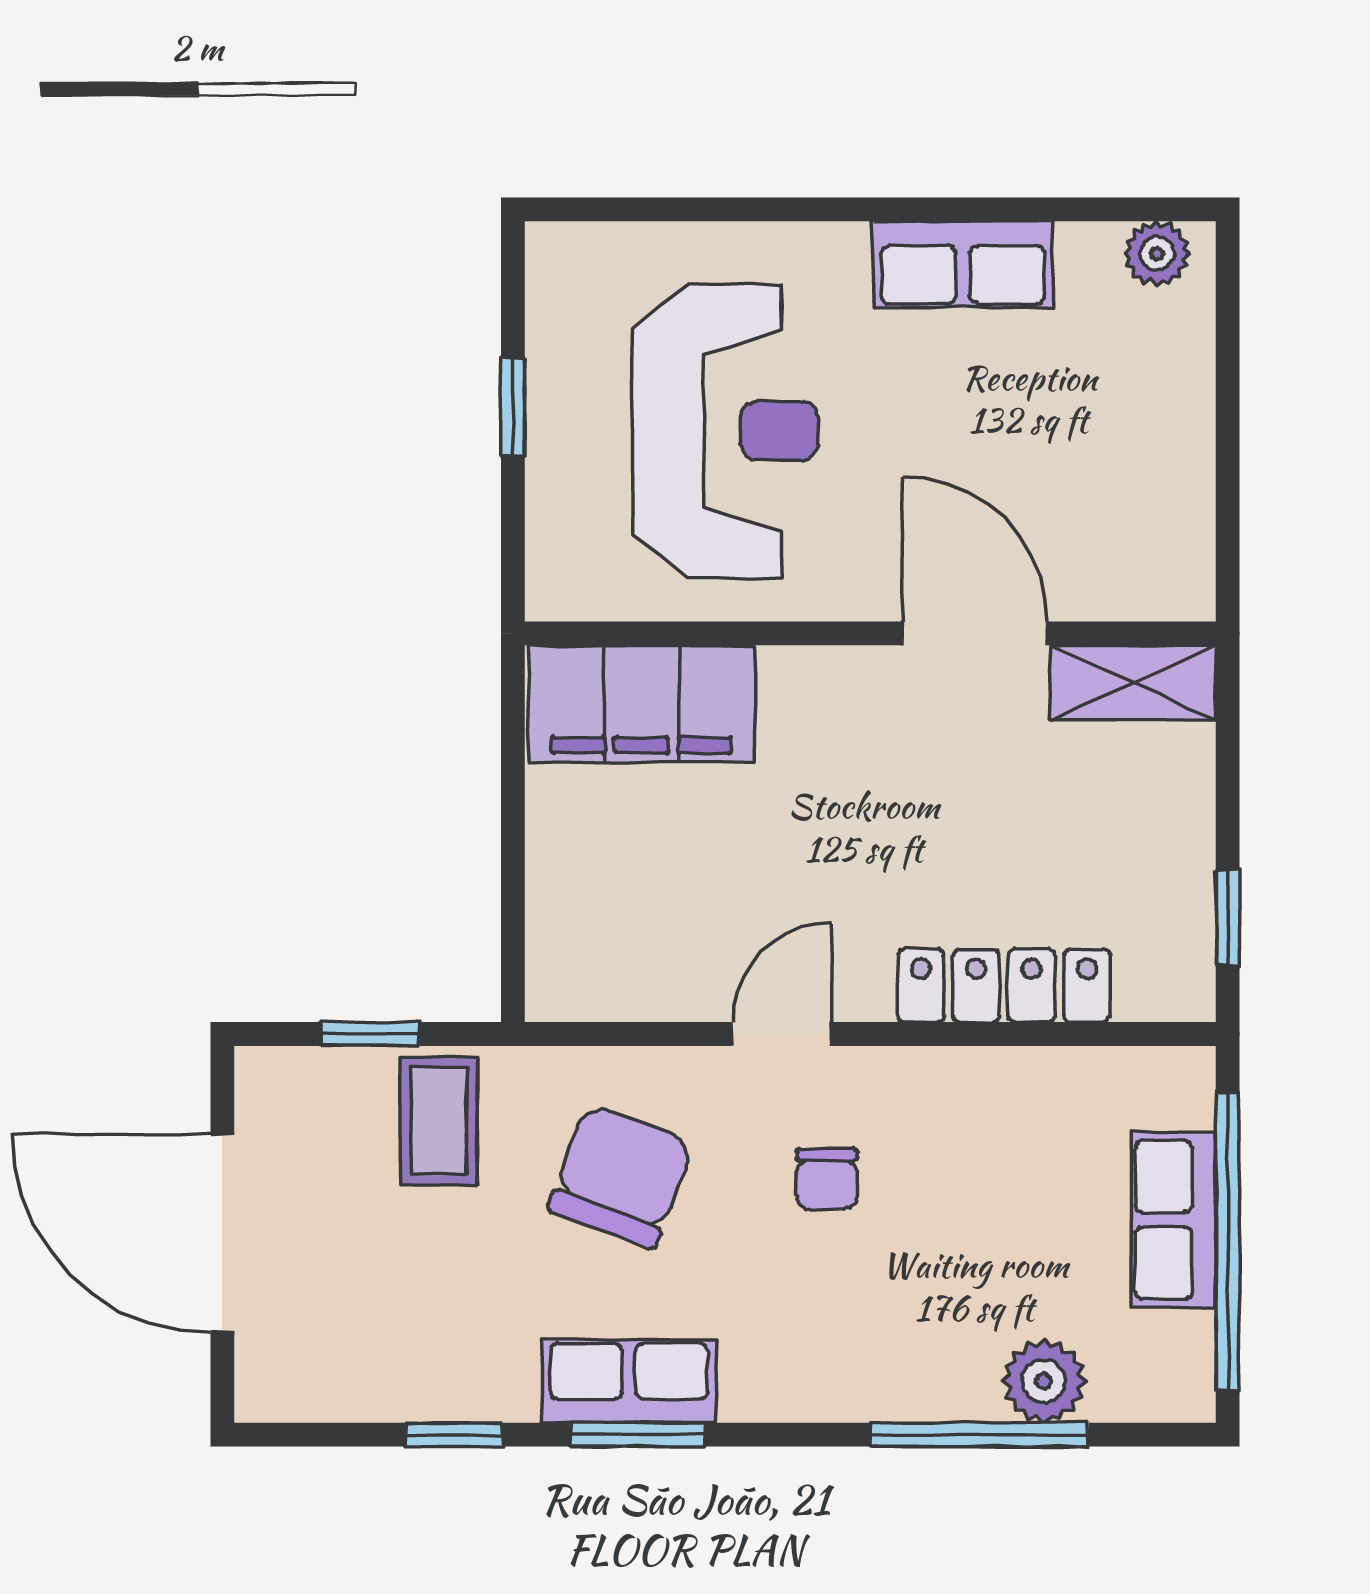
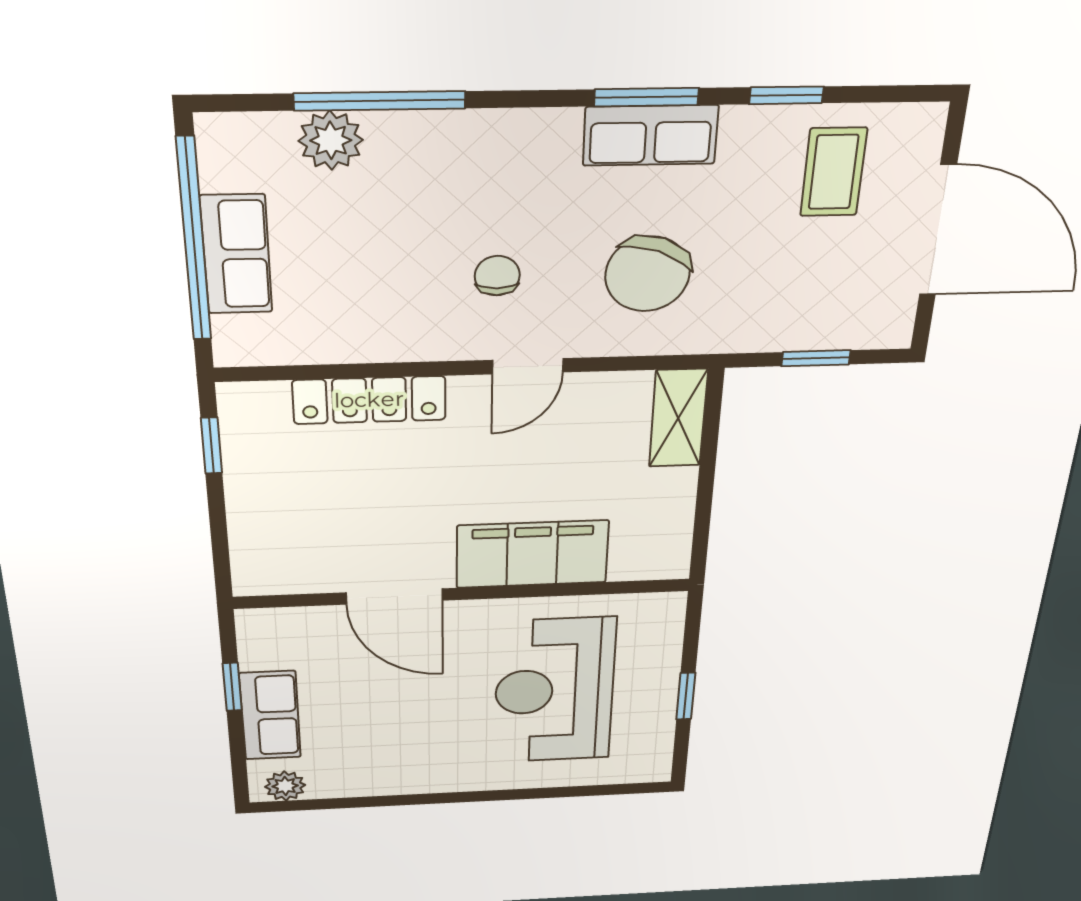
row of seats: (963, 264) -> (270, 716), moved, turned 90
window: (1228, 469) -> (232, 687), added
shelving: (1133, 683) -> (678, 418), moved, turned 90
filing cabinet: (641, 704) -> (532, 554), moved
coffee table: (439, 1121) -> (834, 172), moved

